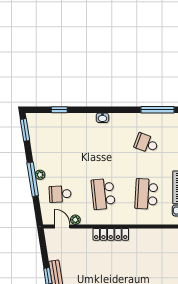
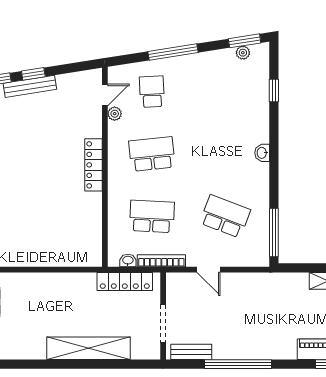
school desk: (146, 143) -> (225, 216), width x1.85
plant: (40, 175) -> (243, 53), moved

